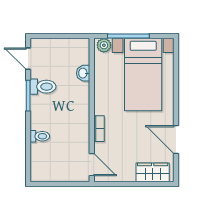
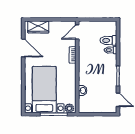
toilet: (43, 87) -> (108, 40), moved
door: (92, 165) -> (77, 32), hinge flipped

